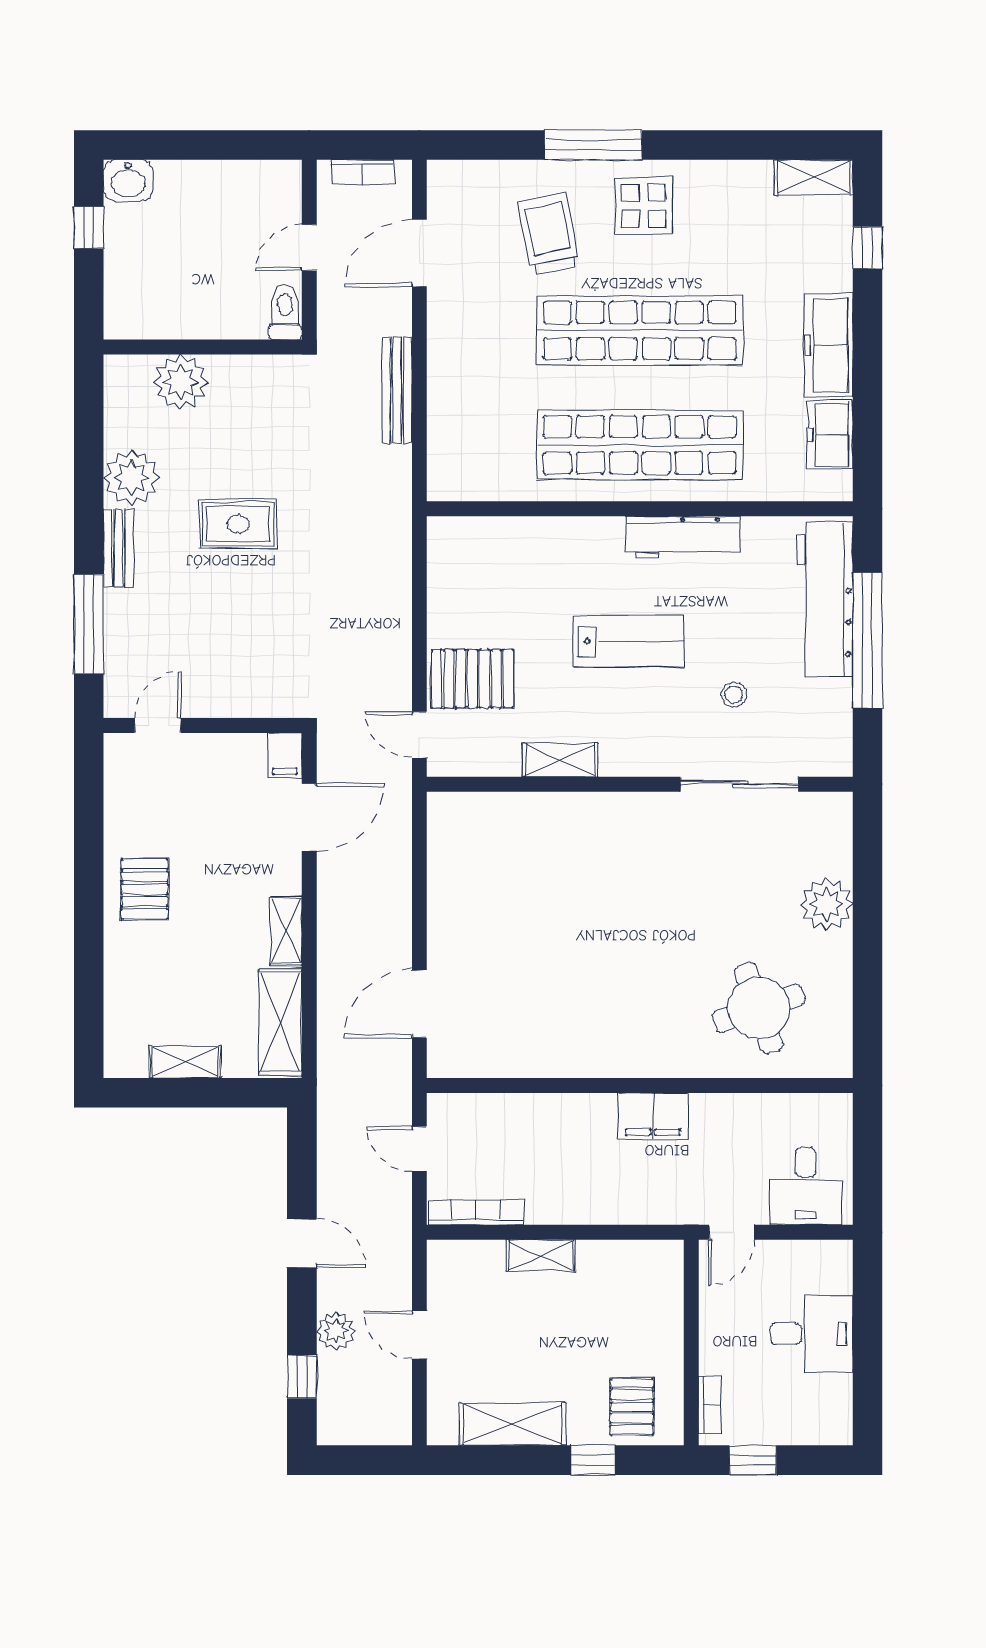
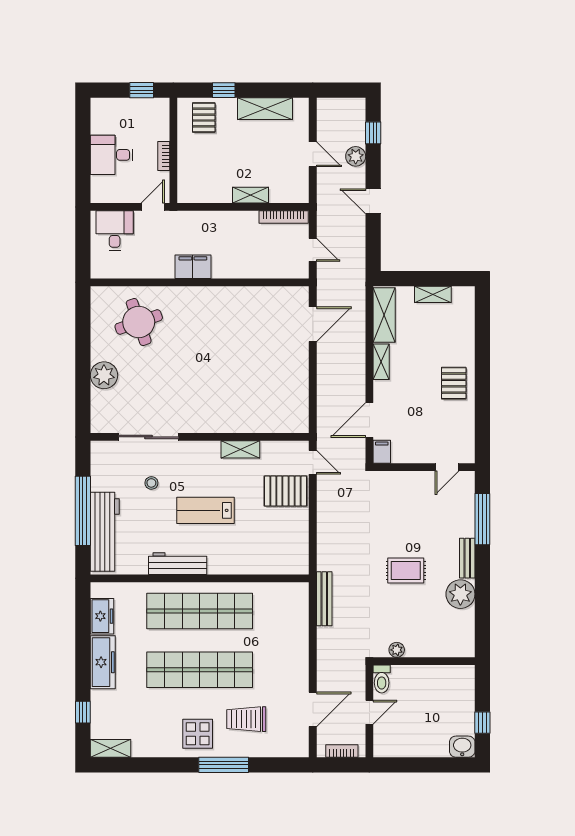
trolley: (549, 234) -> (246, 719), turned 101
plant: (181, 382) -> (397, 650), moved, width x0.53, depth x0.53
bench: (397, 390) -> (324, 599), moved
bookcase: (710, 1405) -> (164, 156), moved

